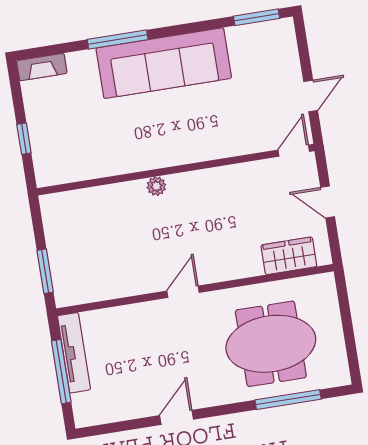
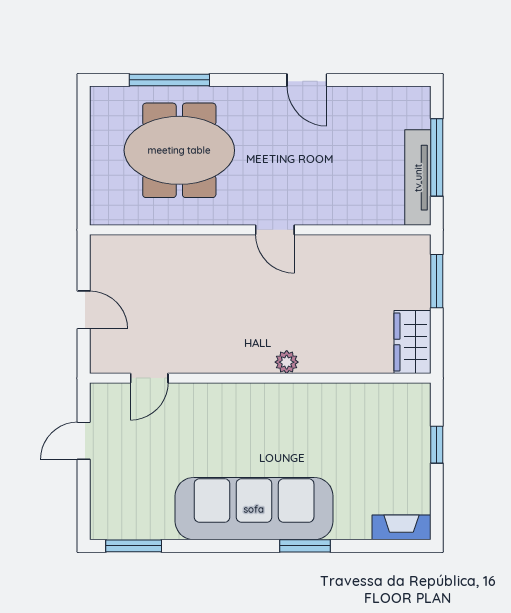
window: (118, 40) -> (305, 546), width x0.69
door: (294, 151) -> (149, 378), moved
wardrobe: (289, 256) -> (412, 342), moved, turned 90
door: (183, 292) -> (275, 230), hinge flipped
door: (176, 417) -> (307, 80), hinge flipped

